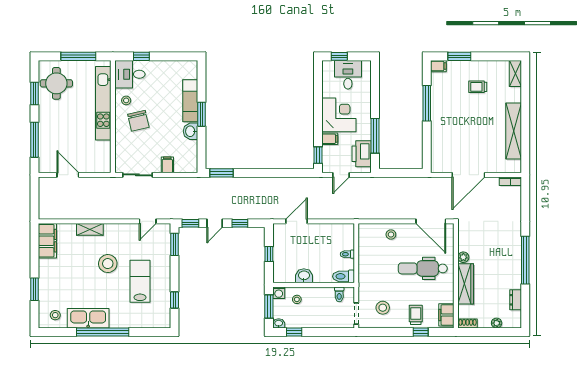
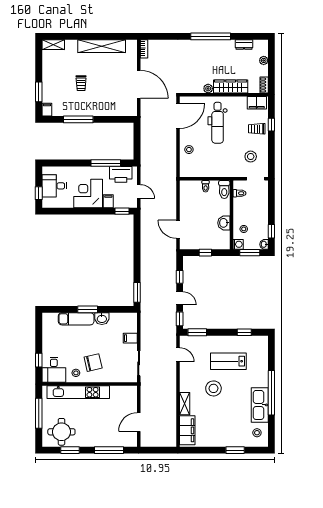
trolley: (478, 87) -> (81, 83), moved
filing cabinet: (47, 241) -> (187, 430), moved, turned 90

